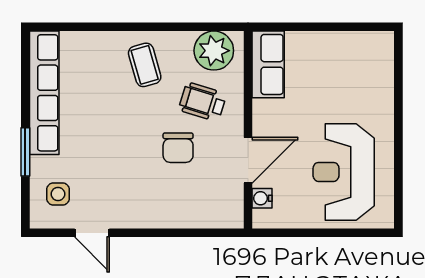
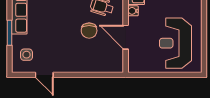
door: (248, 160) -> (126, 37), swing flipped
water cooler: (262, 198) -> (133, 11), moved

